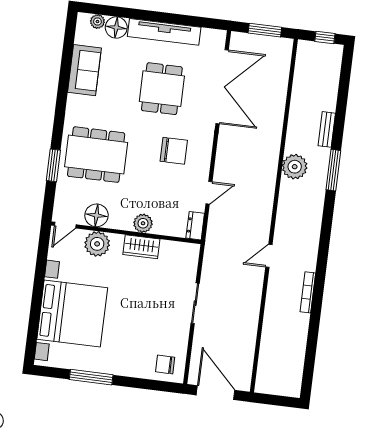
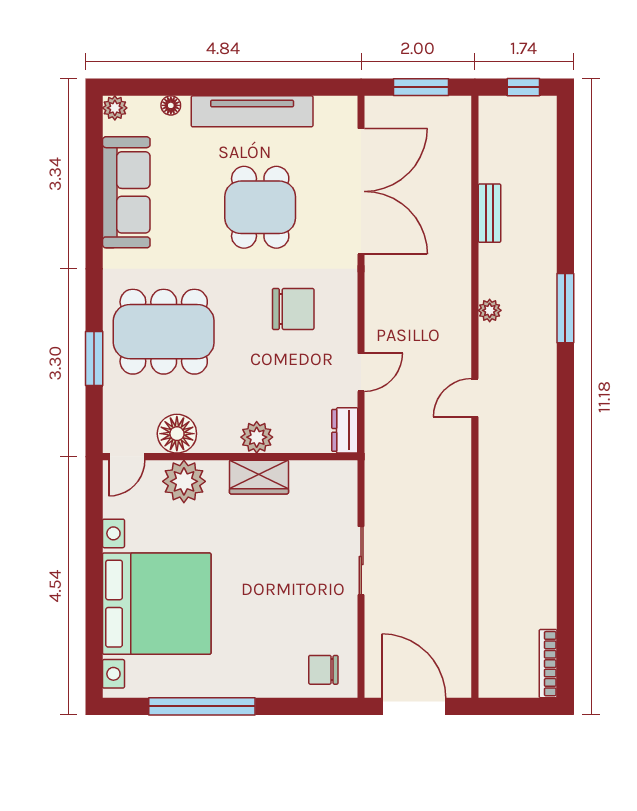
plant: (97, 22) -> (115, 108), moved
floor lamp: (116, 27) -> (171, 105), width x0.53, depth x0.53
sofa: (84, 70) -> (126, 192), width x1.36
bench: (327, 129) -> (489, 213), moved
plant: (295, 167) -> (490, 310), width x0.53, depth x0.53
door: (269, 256) -> (475, 398), moved
bookcase: (308, 292) -> (548, 664), moved
window: (91, 377) -> (202, 706), width x1.46

